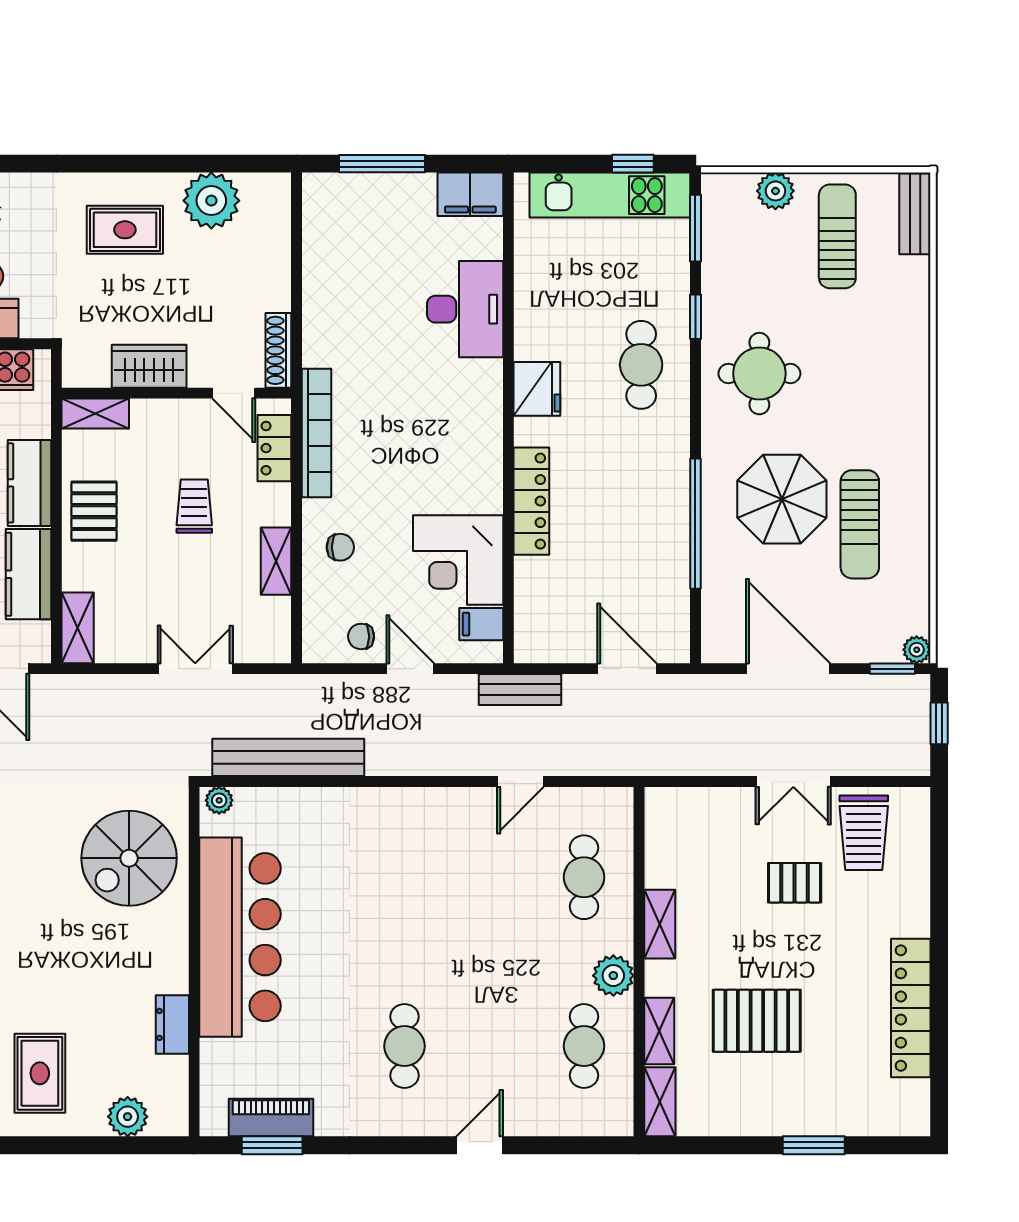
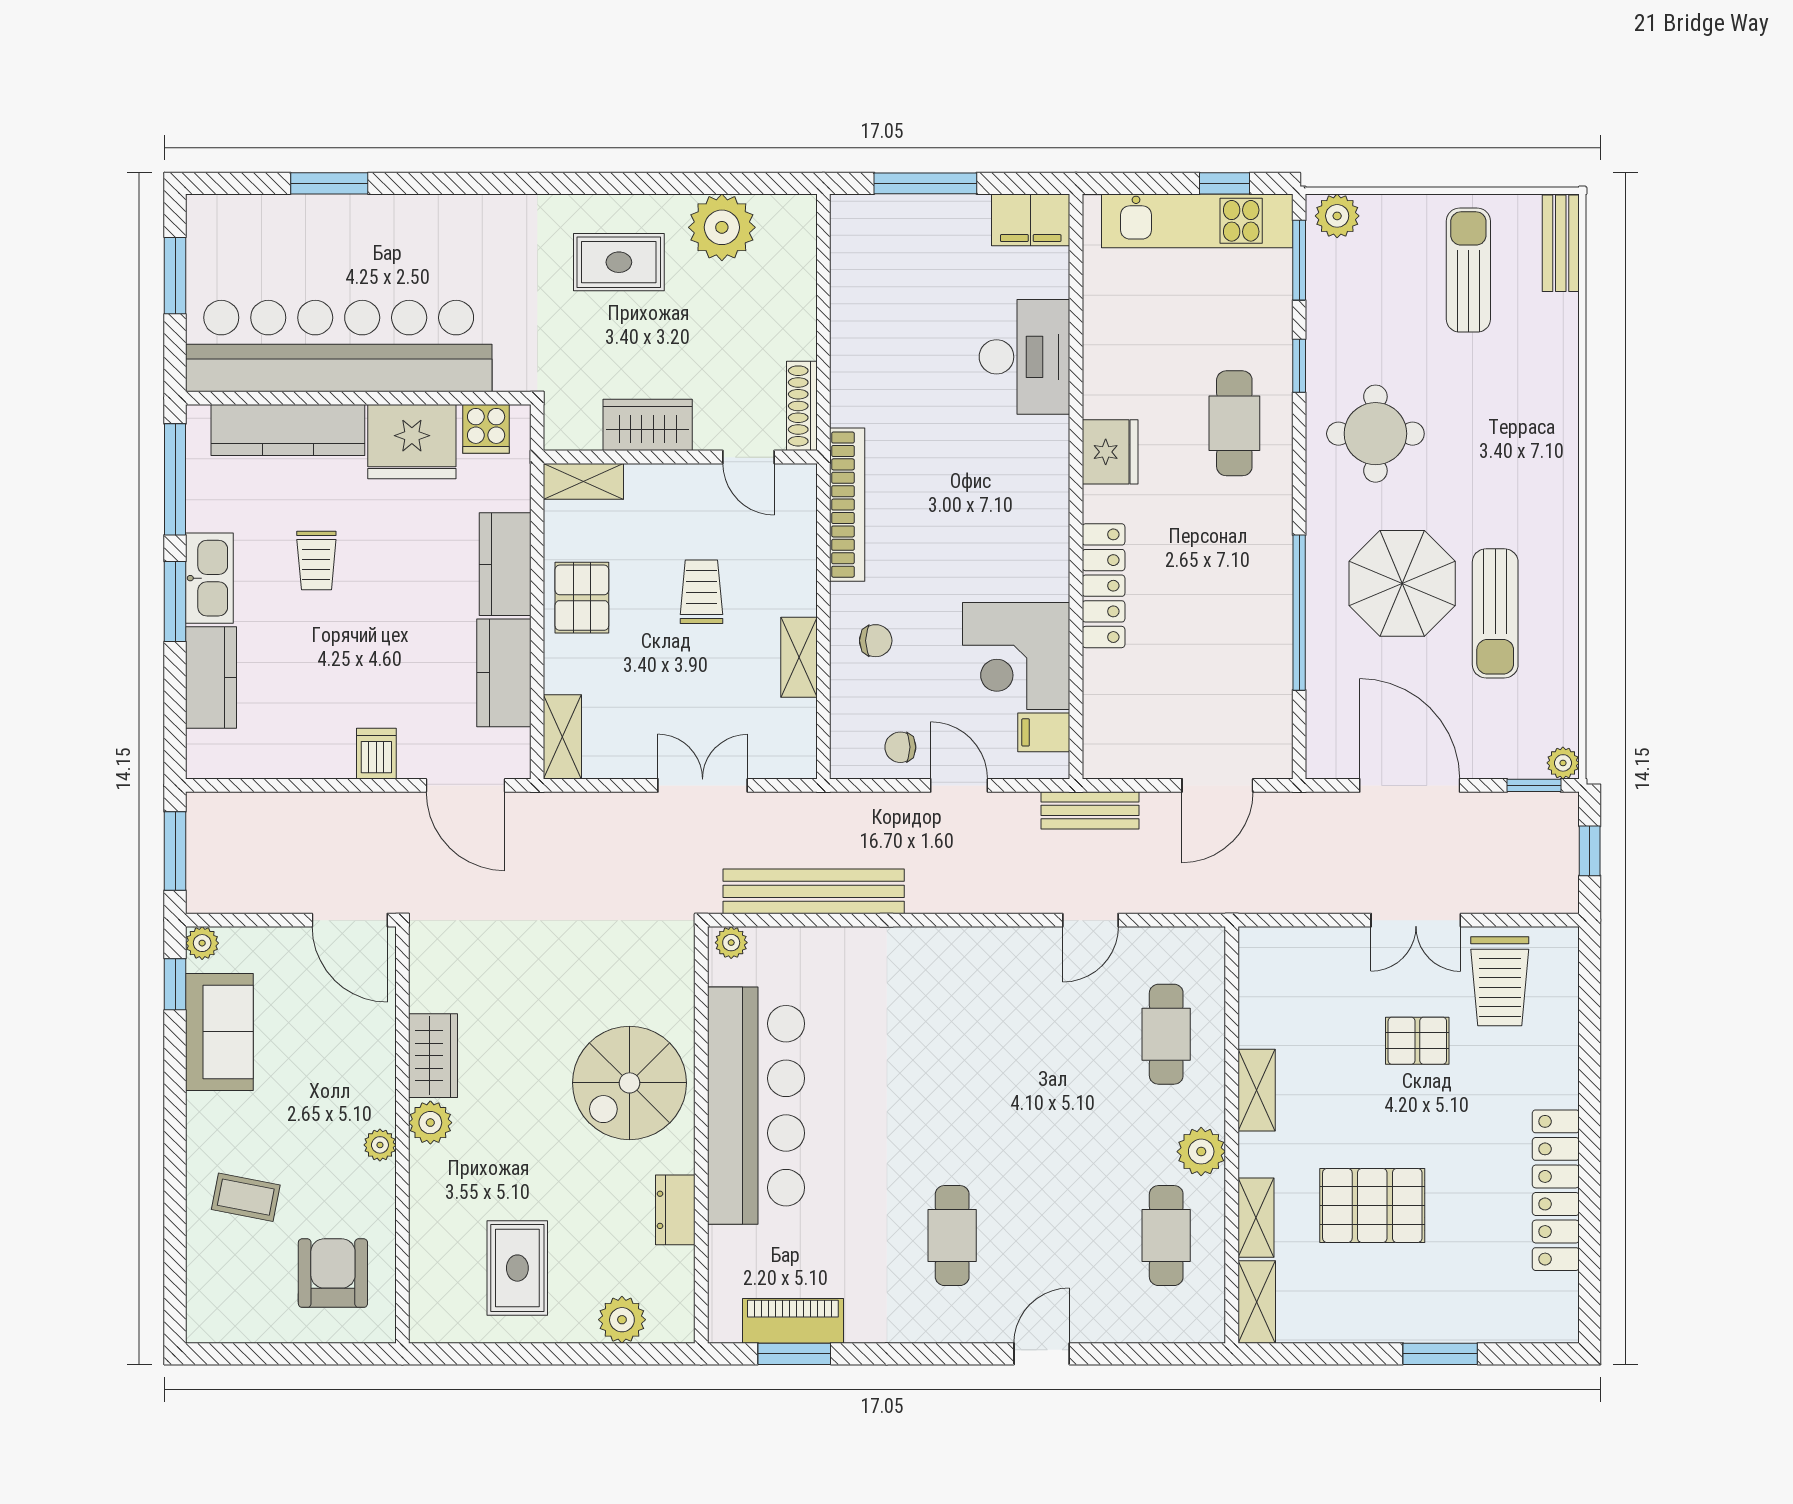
plant: (775, 191) -> (1337, 216), moved
locker: (274, 448) -> (797, 523), removed
door: (627, 669) -> (1217, 785), swing flipped
spiral stairs: (129, 858) -> (630, 1083), moved

